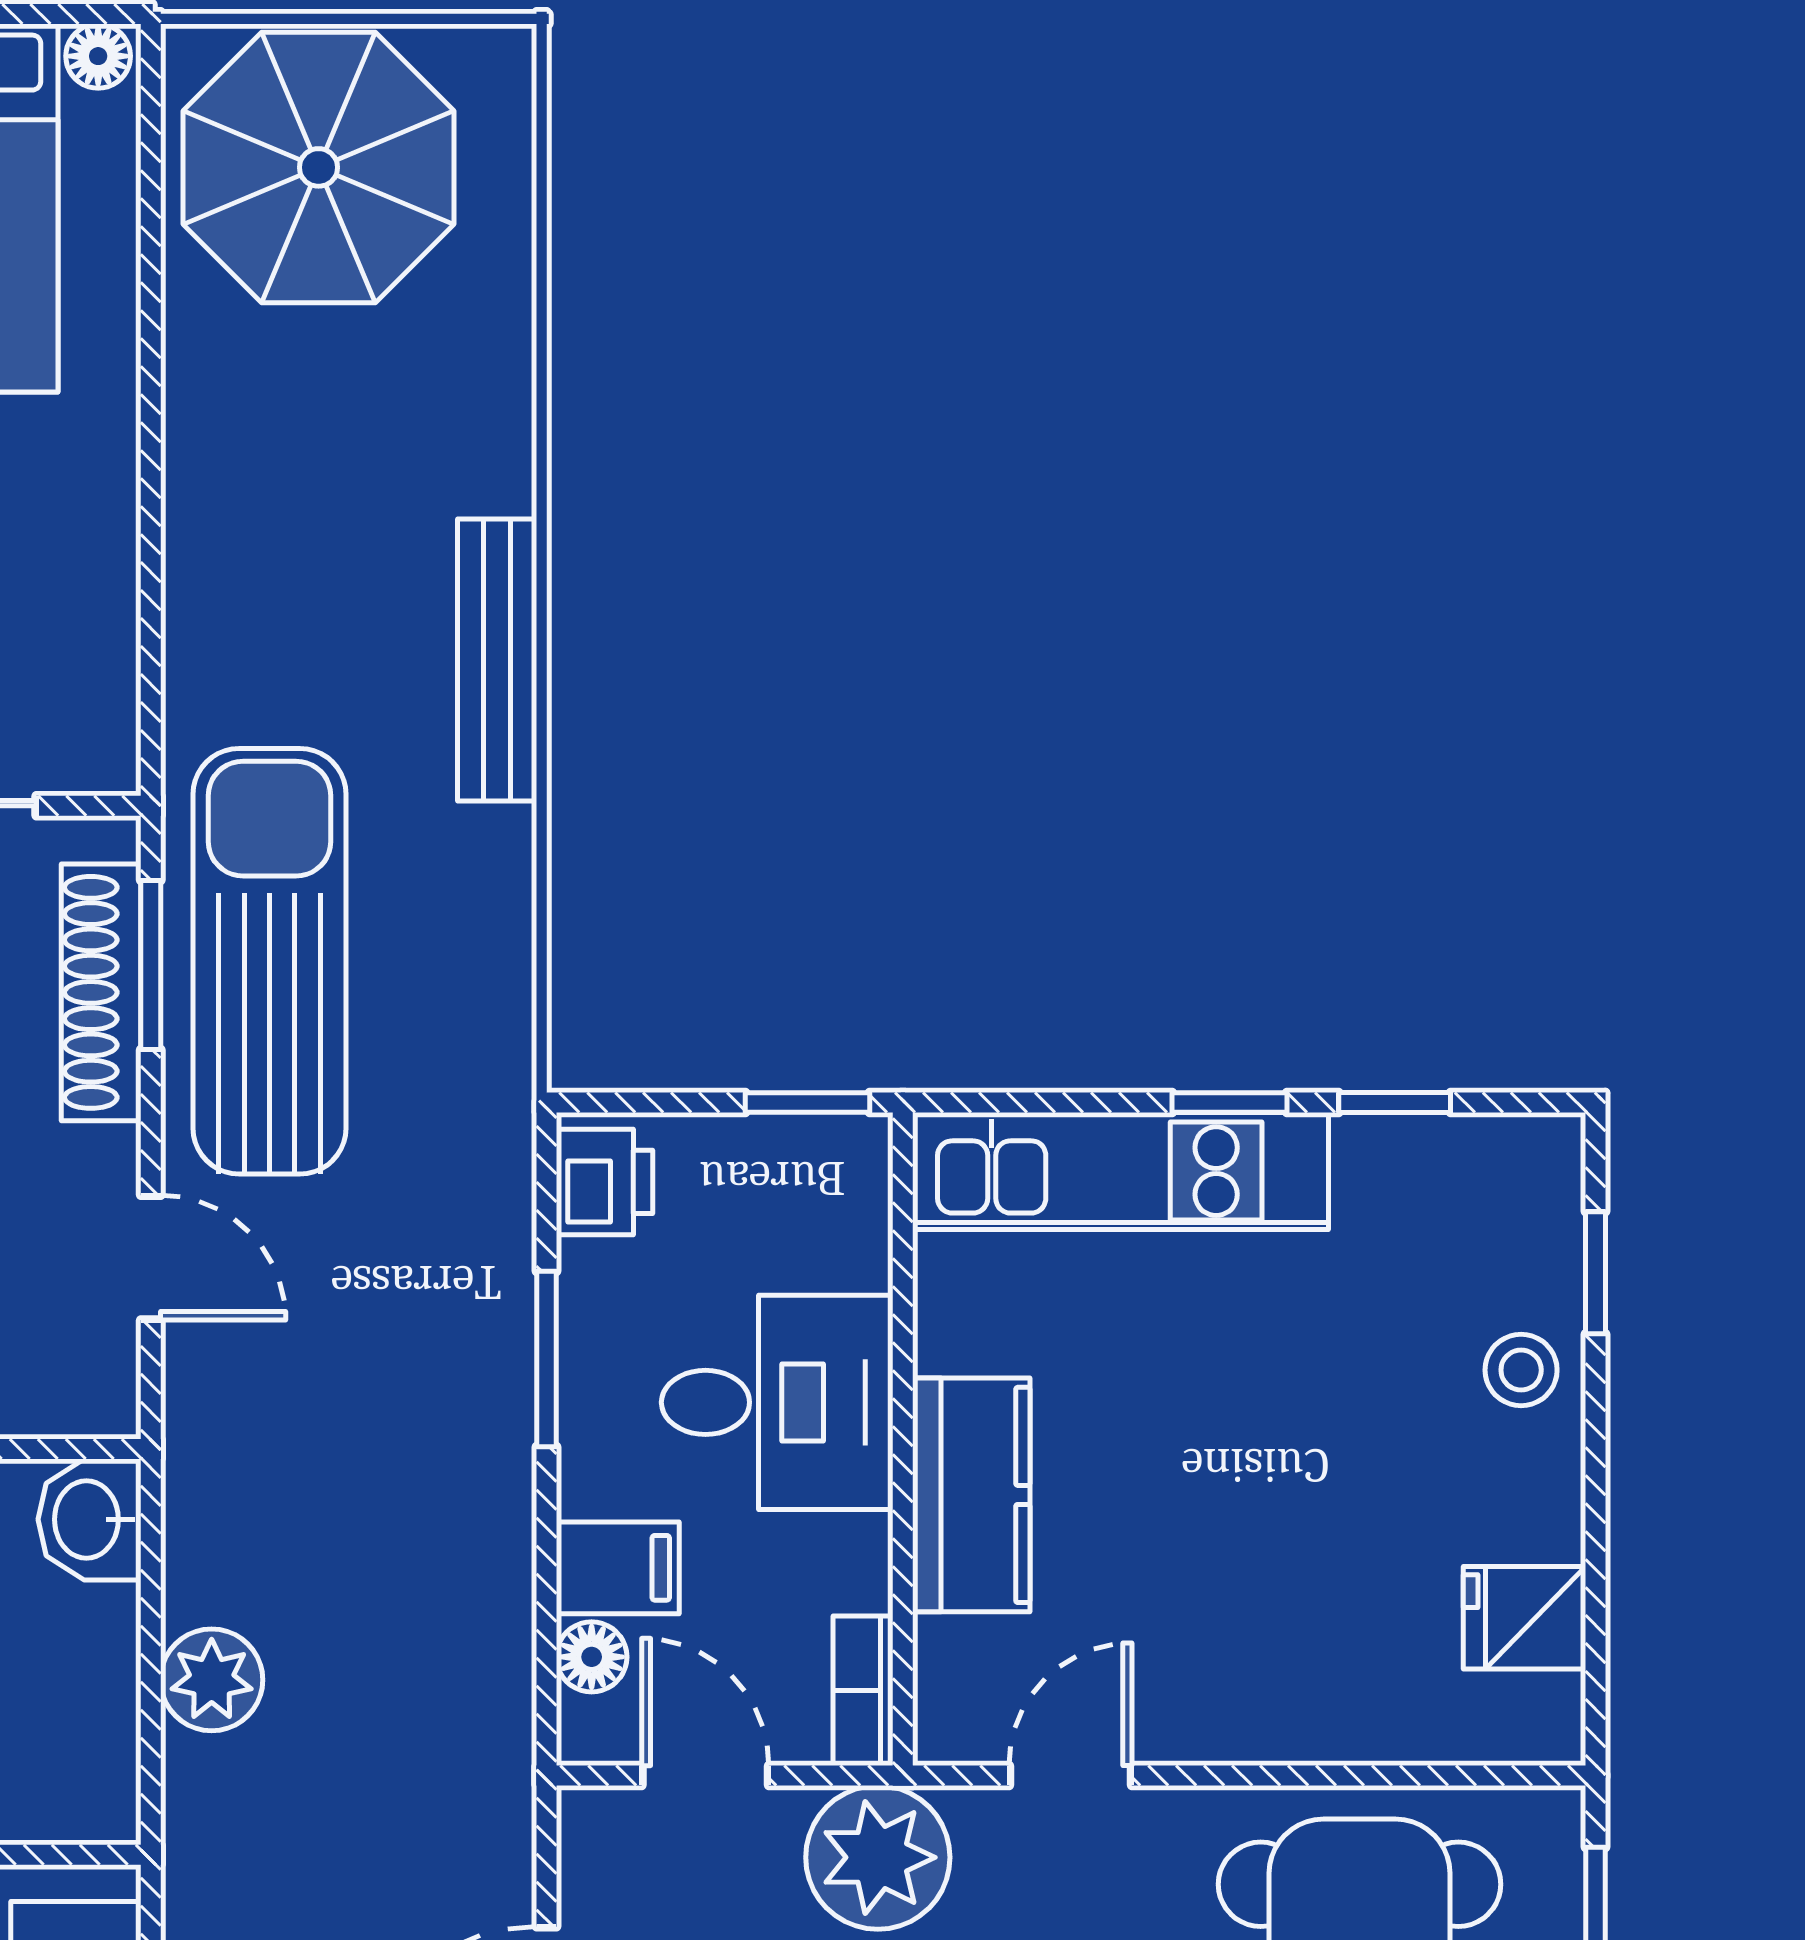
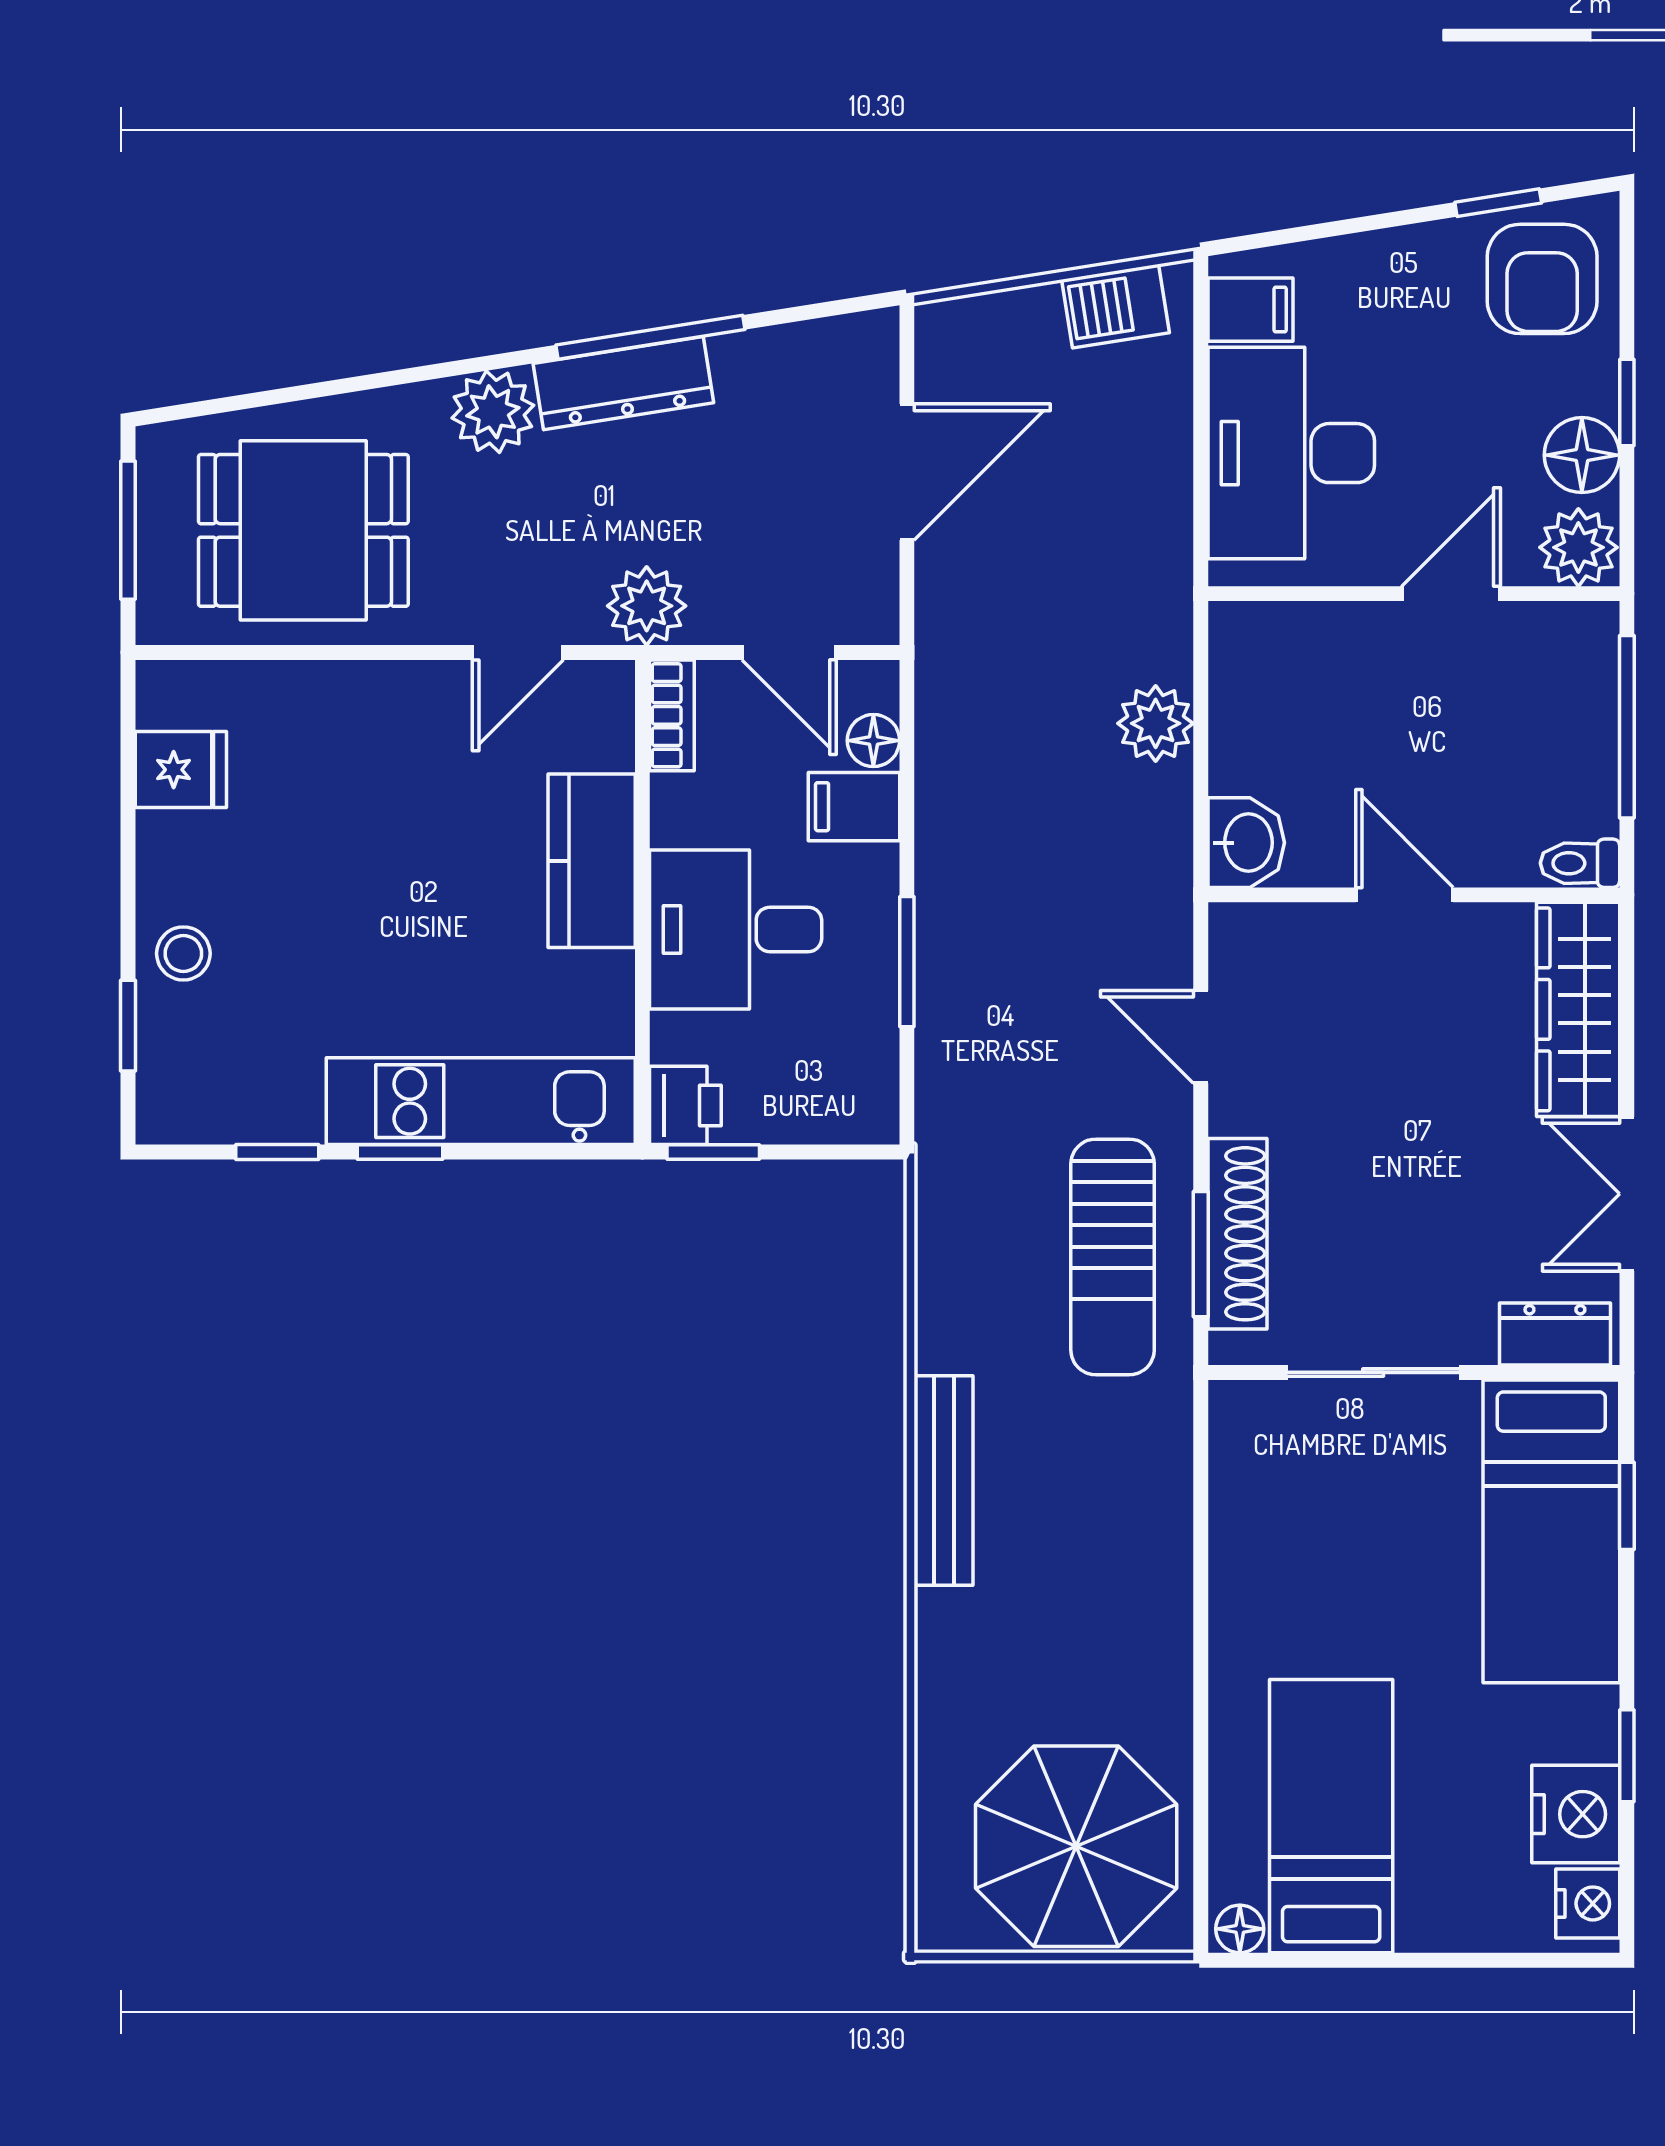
sun lounger: (270, 961) -> (1113, 1257), width x0.73, depth x0.75
printer: (605, 1182) -> (685, 1105), moved, turned 180
plant: (878, 1857) -> (647, 606), width x0.73, depth x0.73

